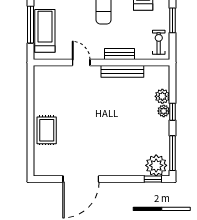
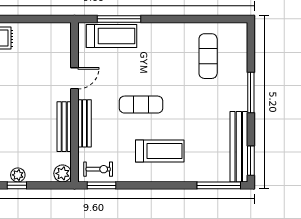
window: (173, 20) -> (101, 185), moved
bench: (120, 54) -> (84, 123), width x1.36
plant: (162, 96) -> (63, 173), moved

